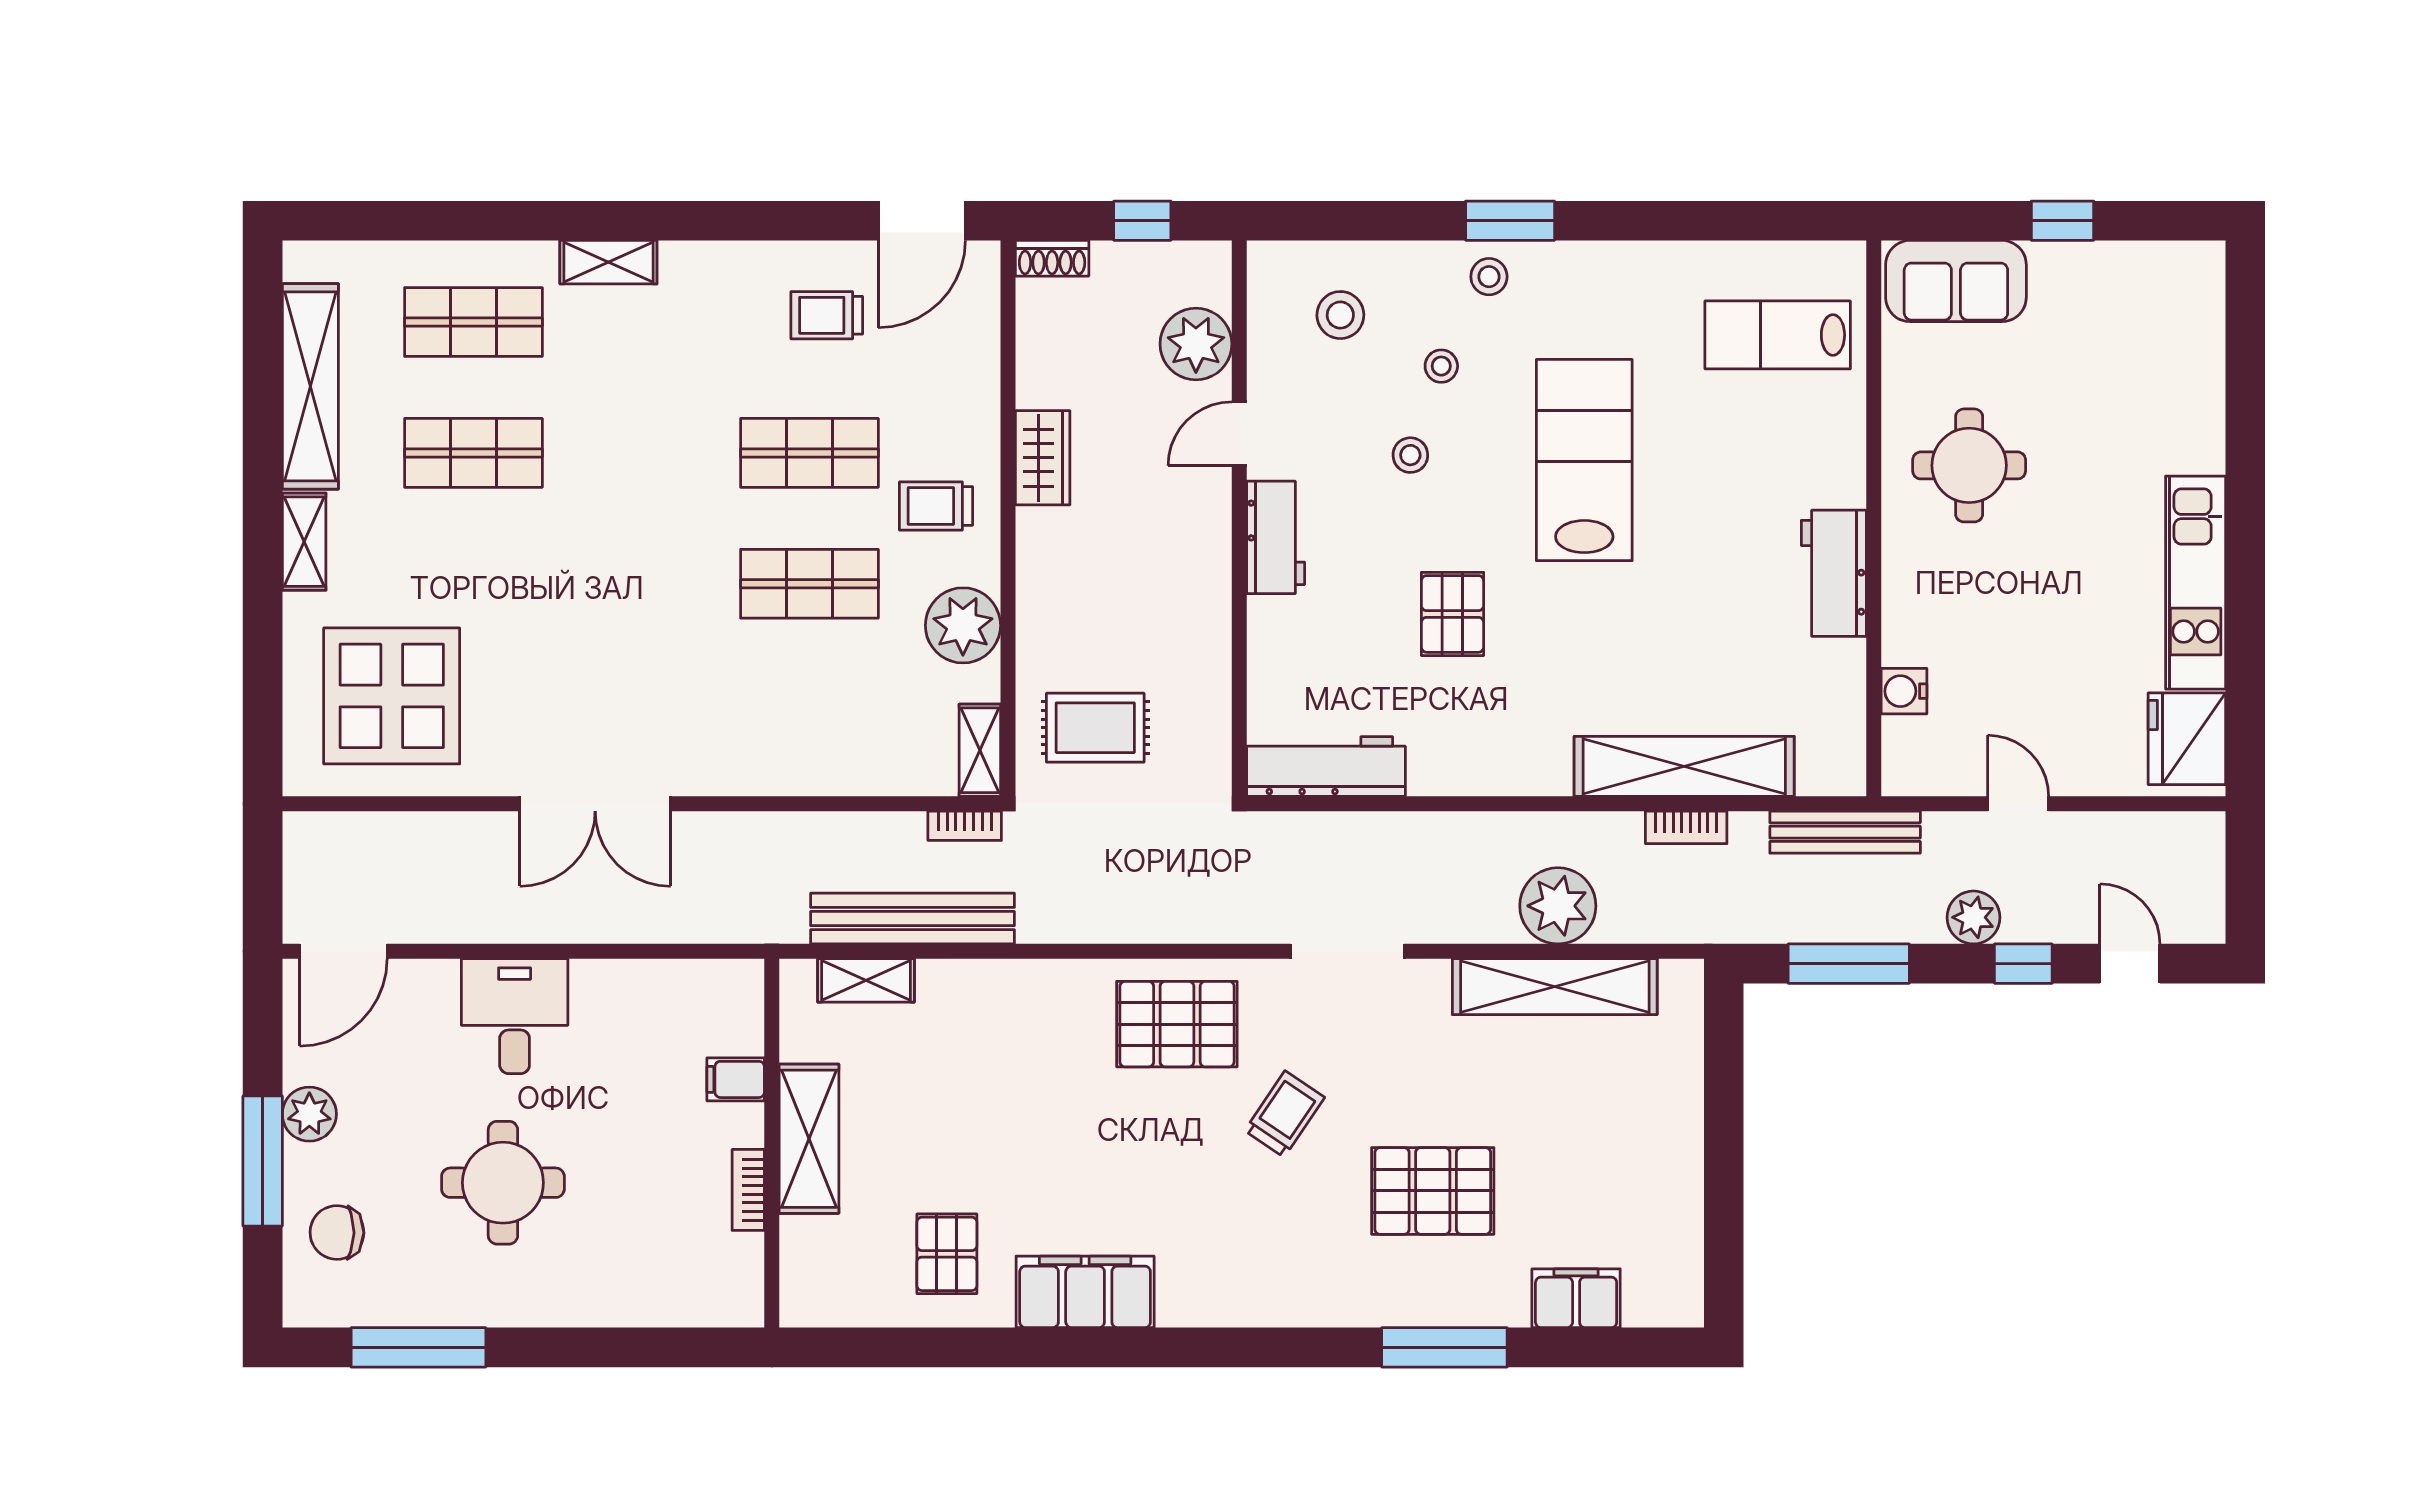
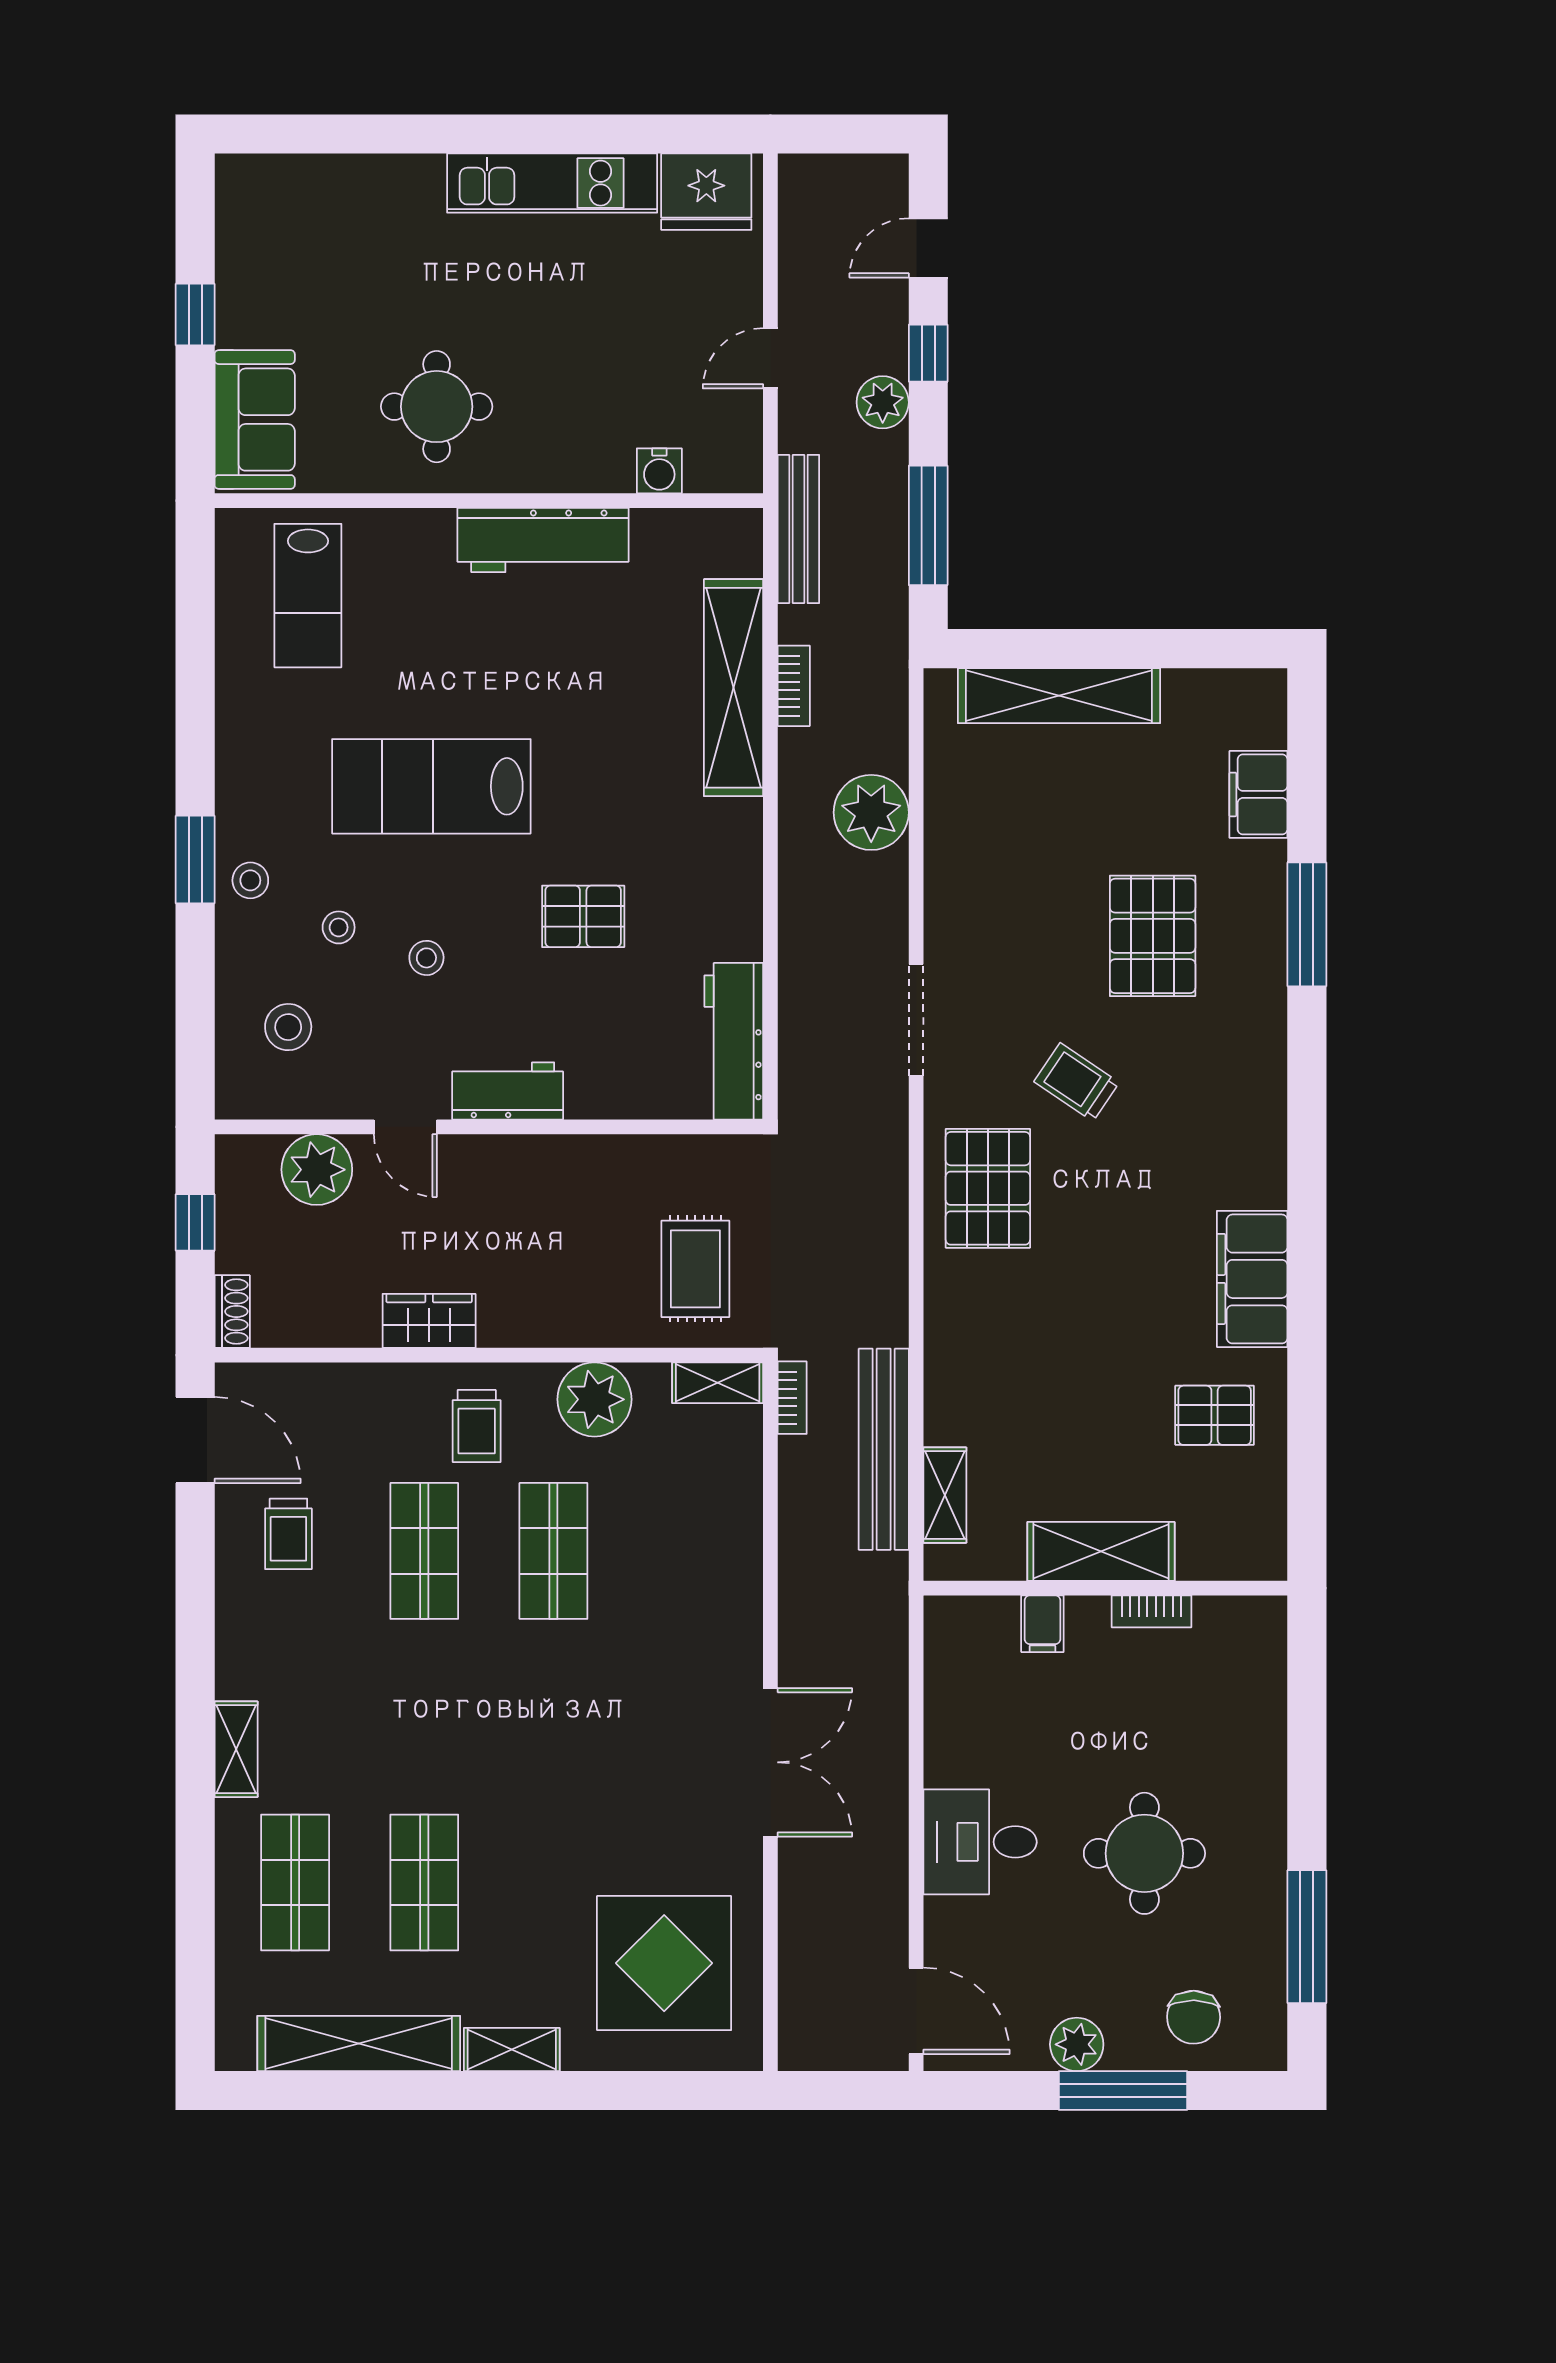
workbench: (1834, 573) -> (543, 540), width x1.37
shelving: (1555, 987) -> (1059, 696), moved, turned 90

